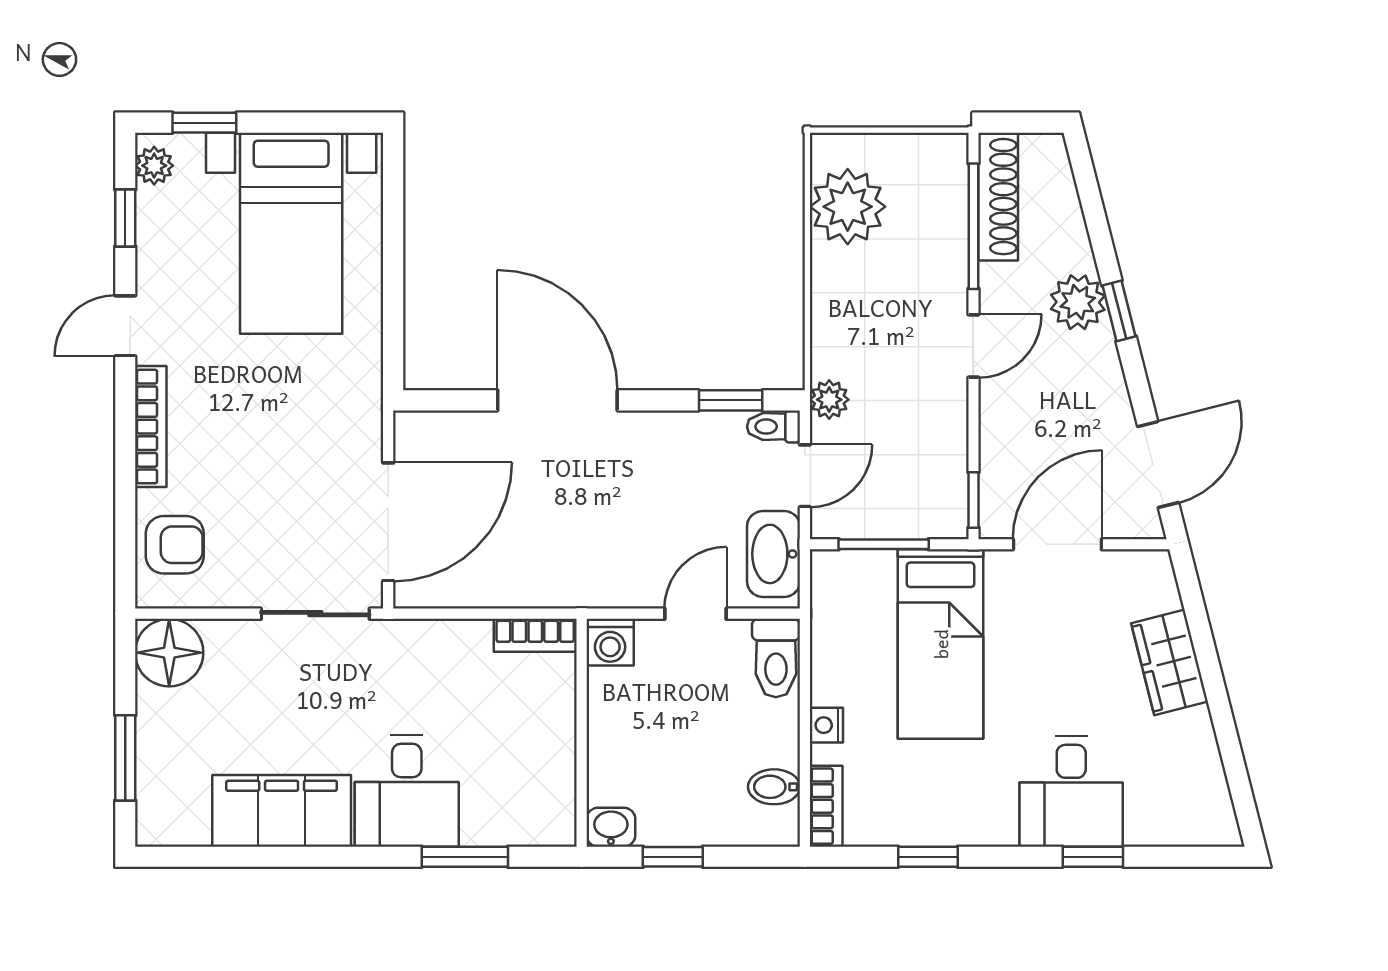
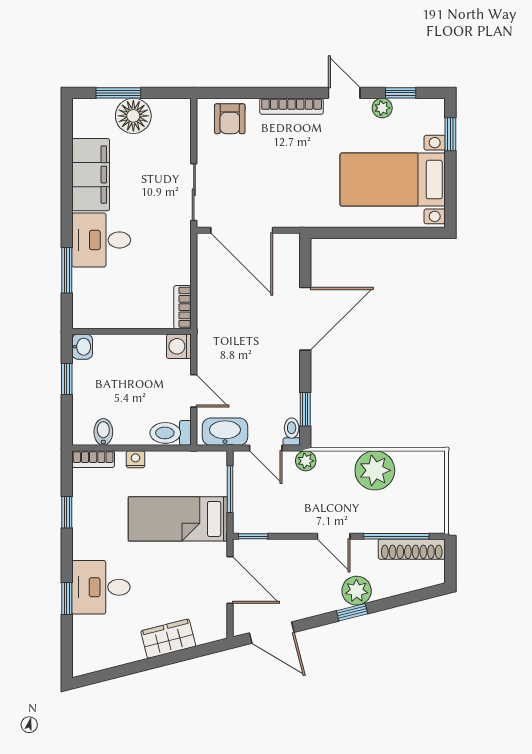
plant: (154, 166) -> (382, 108), moved
plant: (848, 207) -> (375, 470), moved
floor lamp: (169, 653) -> (133, 116), moved

